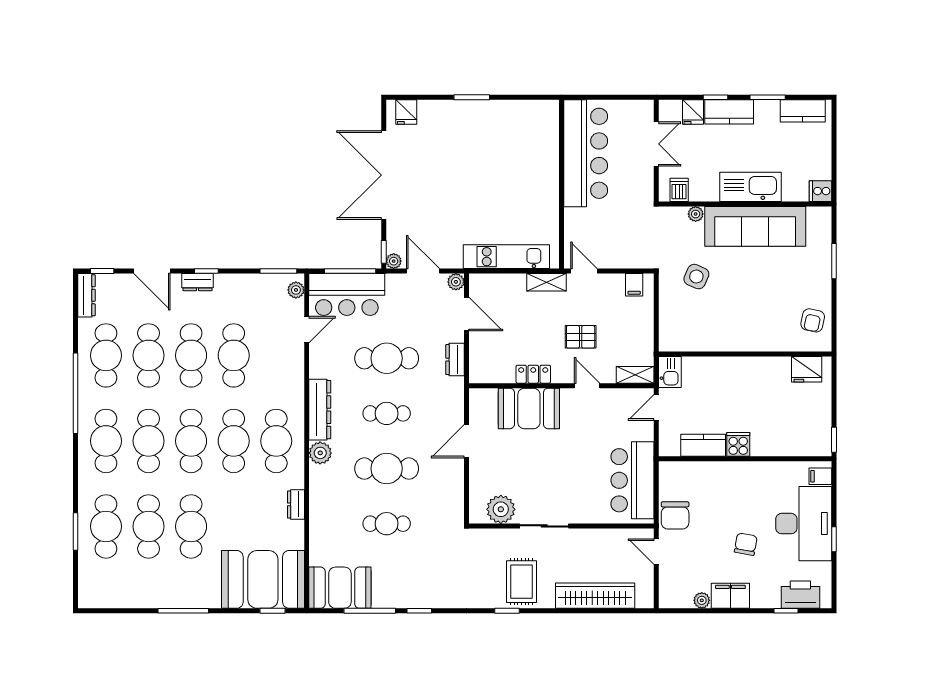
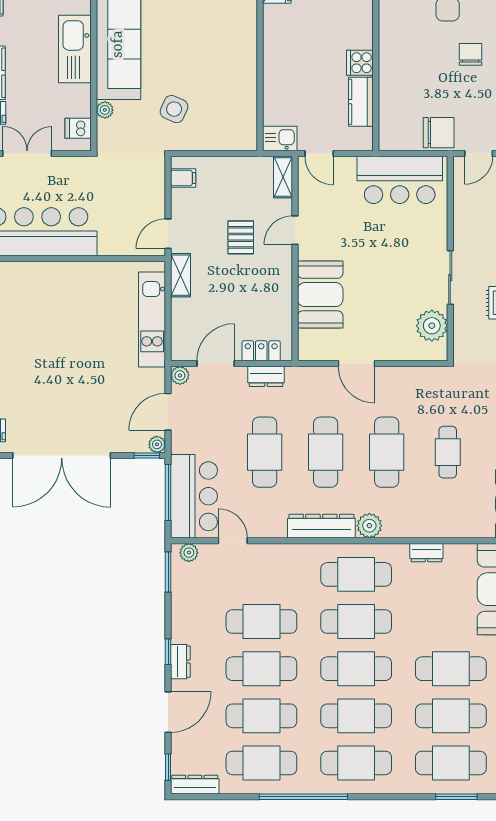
locker: (533, 374) -> (261, 351), moved, turned 90
cafe table: (387, 413) -> (326, 452), width x1.37, depth x1.35
chair: (746, 544) -> (470, 54), turned 80

